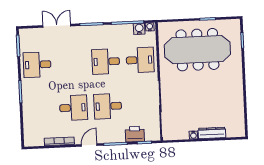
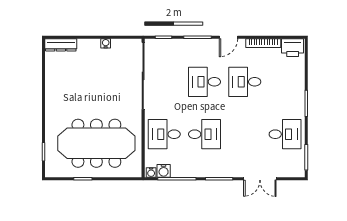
desk: (108, 106) -> (204, 82), turned 180
dresser: (212, 133) -> (61, 45), moved
printer: (135, 134) -> (293, 48), moved

